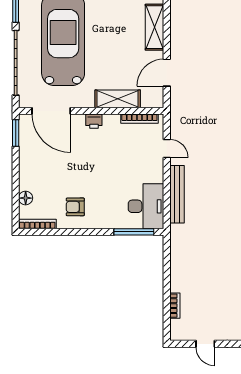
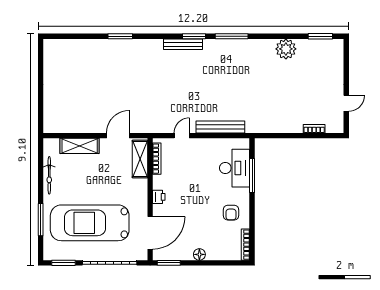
door: (167, 73) -> (118, 136), swing flipped
shelving: (118, 99) -> (140, 159), moved
floor lamp: (26, 198) -> (199, 254), moved
desk: (146, 206) -> (235, 168), moved, turned 90
window: (134, 232) -> (252, 175), moved

